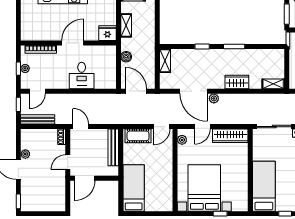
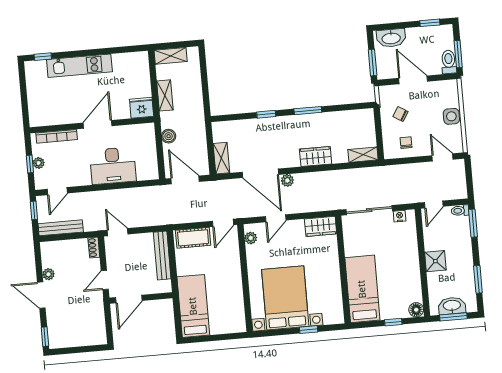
shelving: (165, 61) -> (221, 158), moved
desk: (82, 76) -> (113, 166), width x1.37
wardrobe: (230, 136) -> (321, 226), width x0.67

